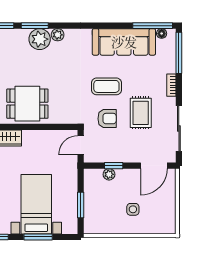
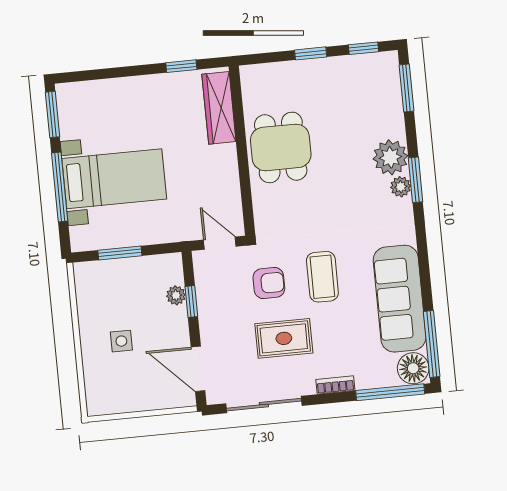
window: (35, 26) -> (416, 180), moved
floor lamp: (162, 34) -> (413, 368), width x1.89, depth x1.89
armchair: (107, 119) -> (269, 283), turned -90
window: (38, 237) -> (60, 187), width x1.44

